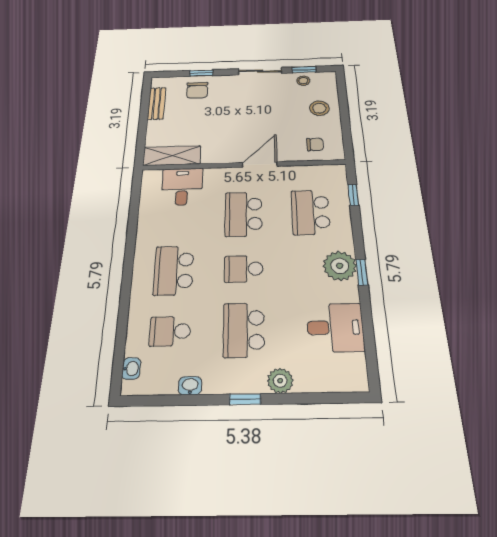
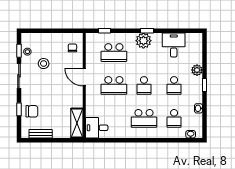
stool: (319, 108) -> (44, 64), moved
desk: (182, 187) -> (97, 128), moved
school desk: (244, 330) -> (174, 85), width x0.54

